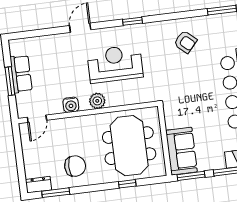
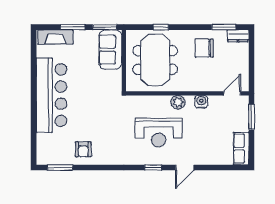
window: (133, 21) -> (153, 167), moved
armchair: (185, 42) -> (83, 149), moved, turned -132
row of seats: (21, 74) -> (241, 149), moved
window: (10, 81) -> (252, 117), moved

